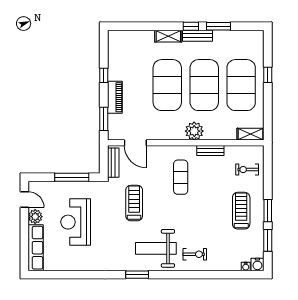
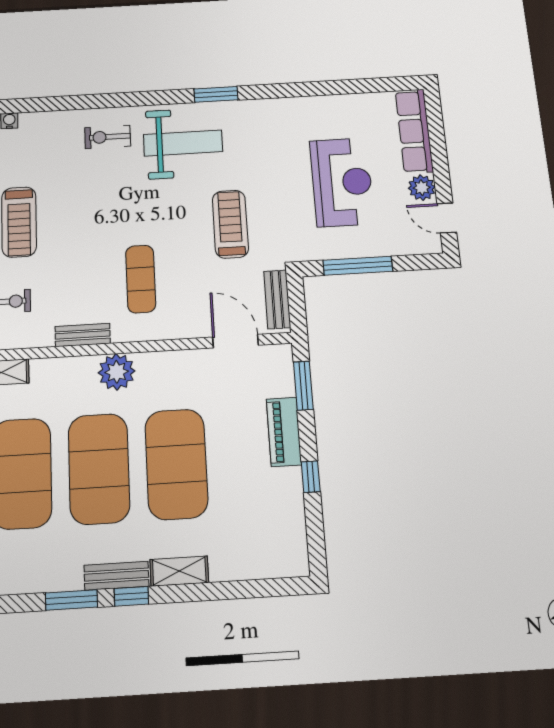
treadmill: (134, 203) -> (230, 224), turned 180

